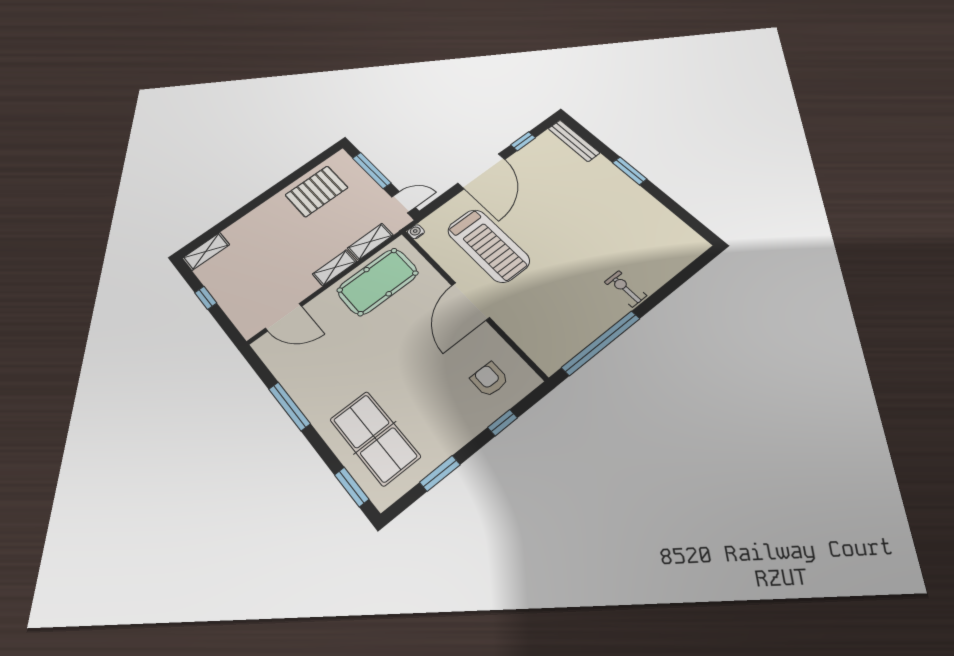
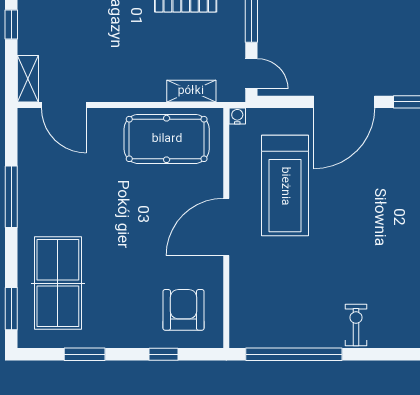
shelving: (335, 268) -> (28, 79), moved, turned 90
armchair: (489, 379) -> (184, 310), width x1.38, depth x1.38

